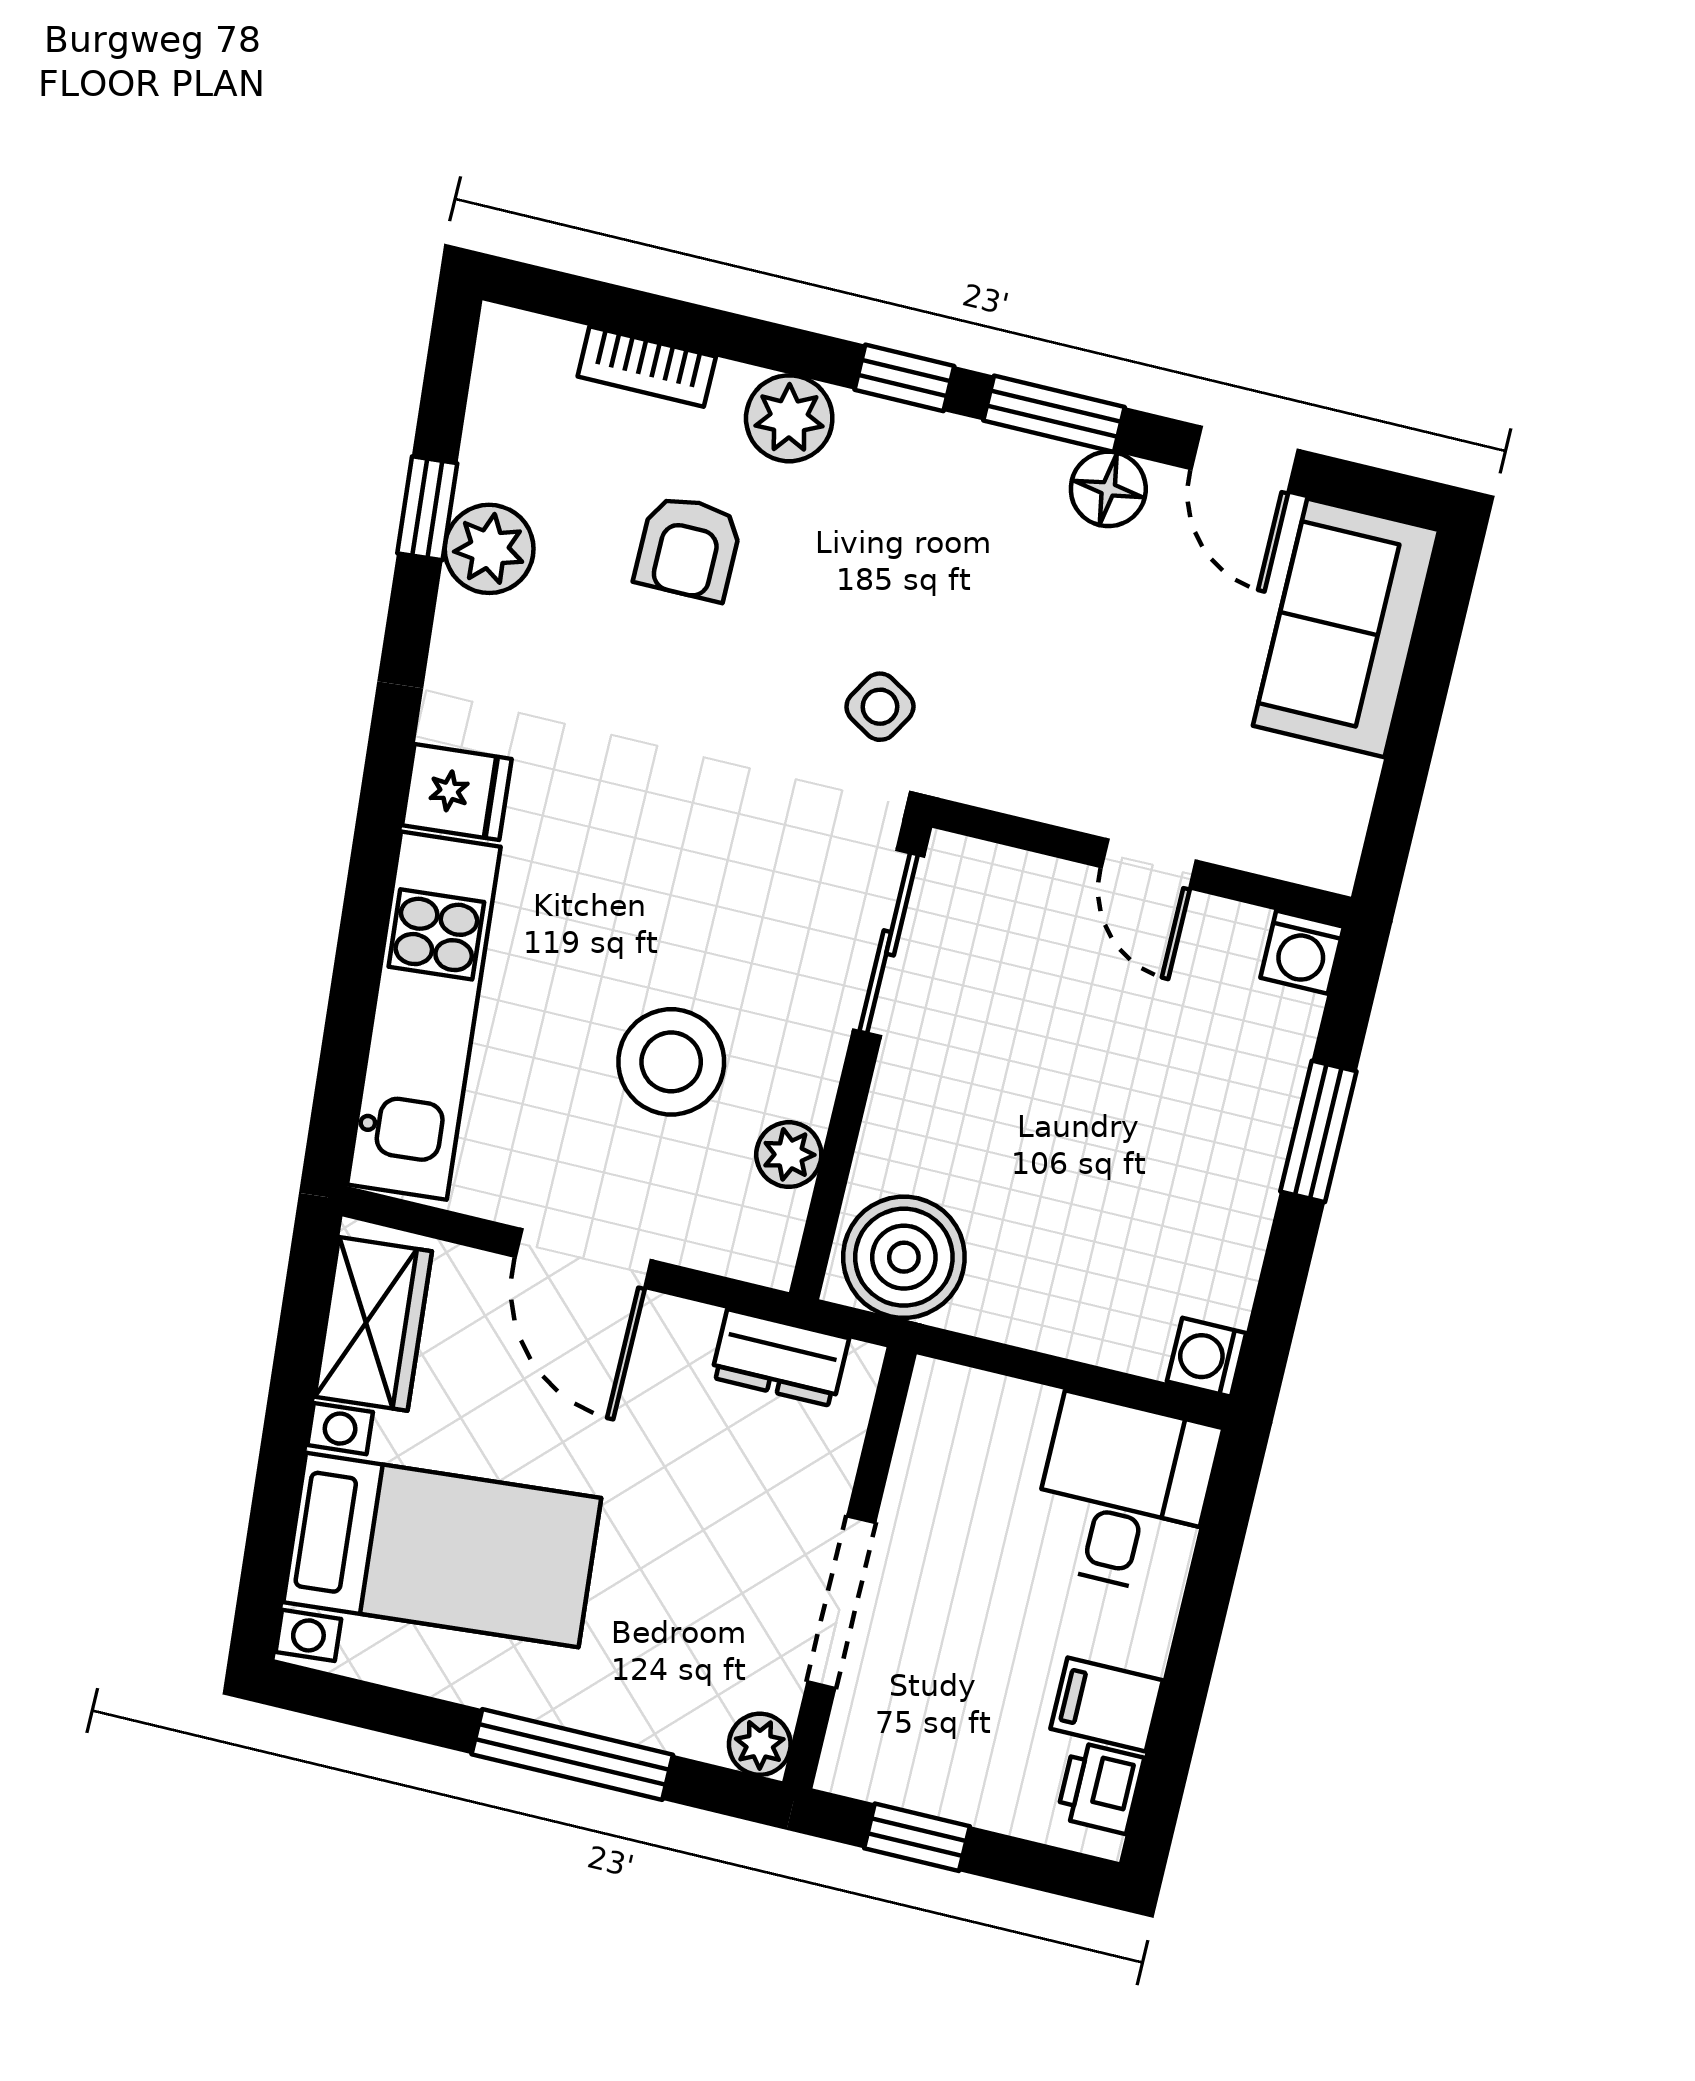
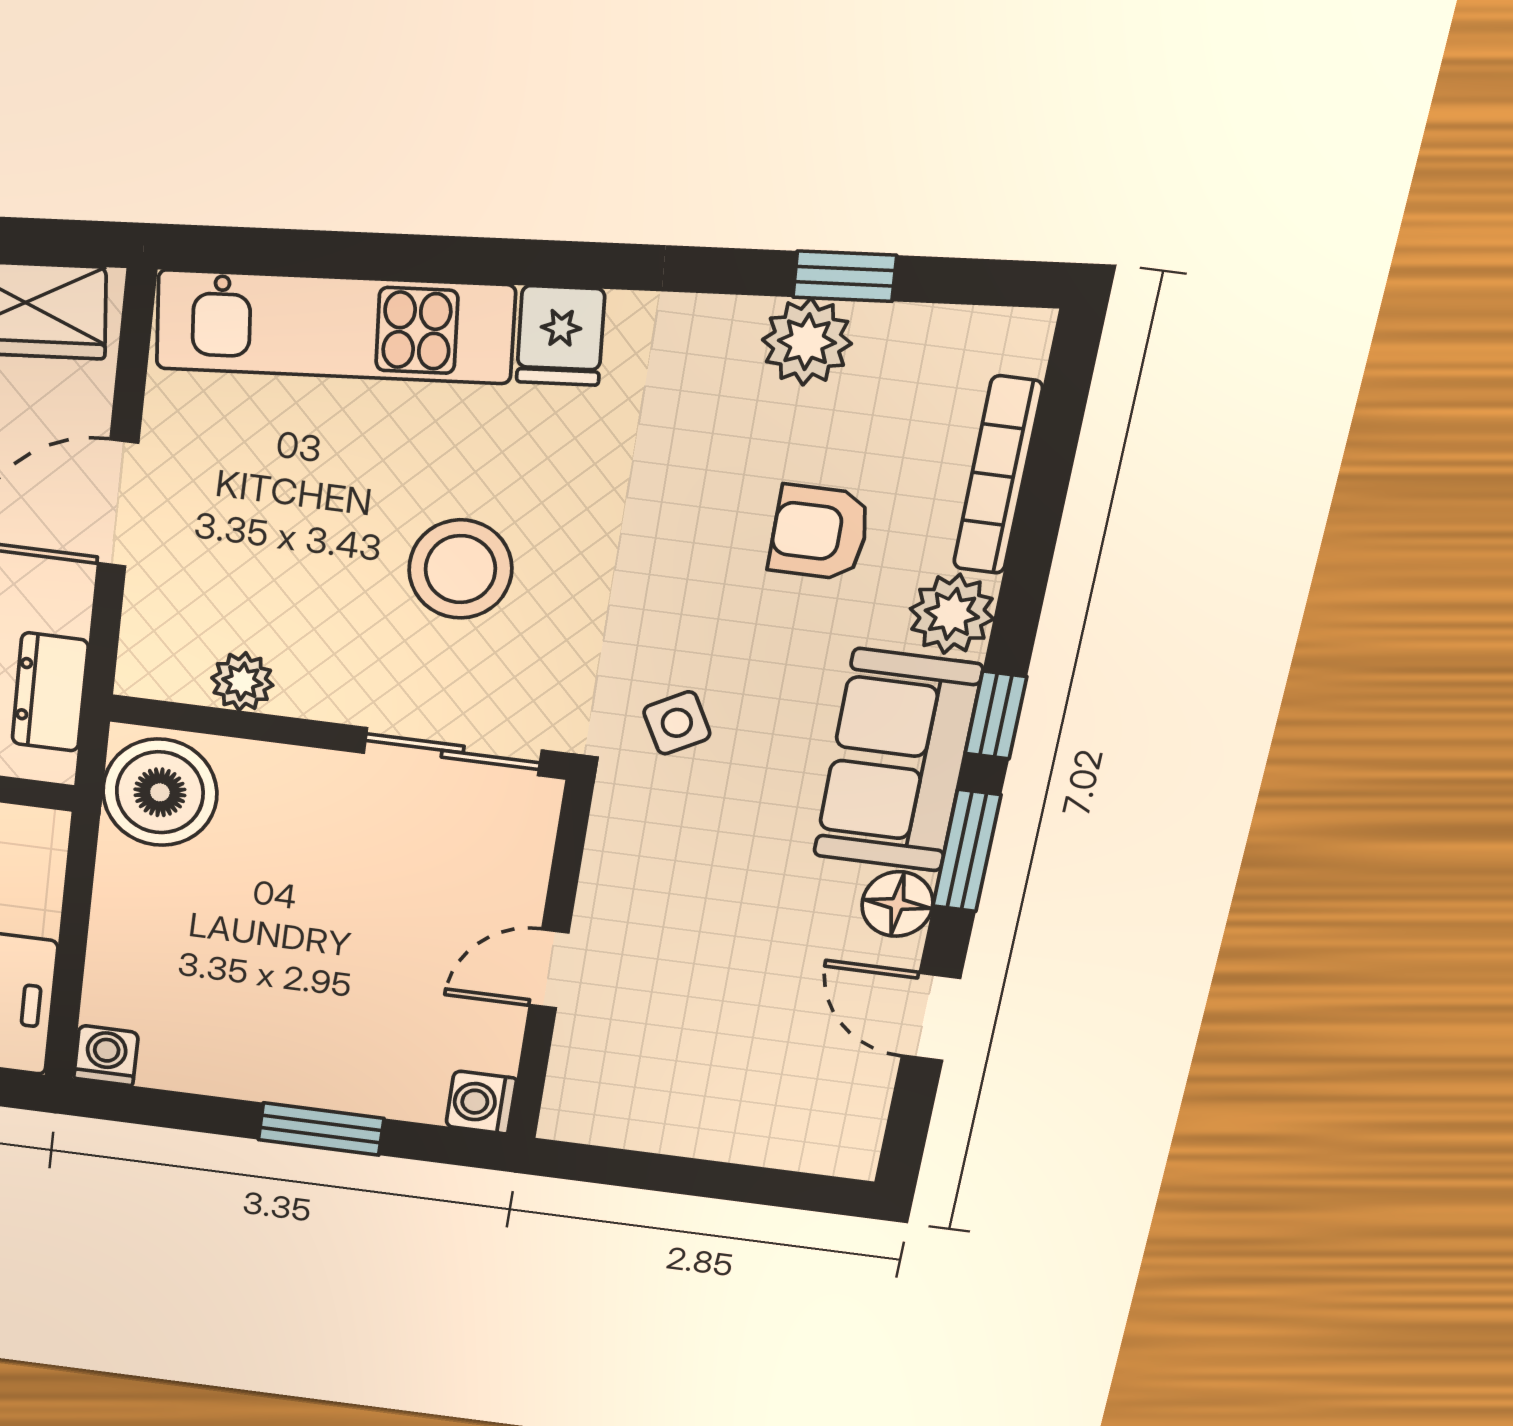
bookcase: (647, 366) -> (998, 475), width x1.56
door: (1244, 459) -> (931, 1017), hinge flipped
sofa: (1346, 628) -> (898, 761), moved, turned -90
side table: (880, 707) -> (677, 723), turned 30
stool: (671, 1062) -> (460, 569), moved

